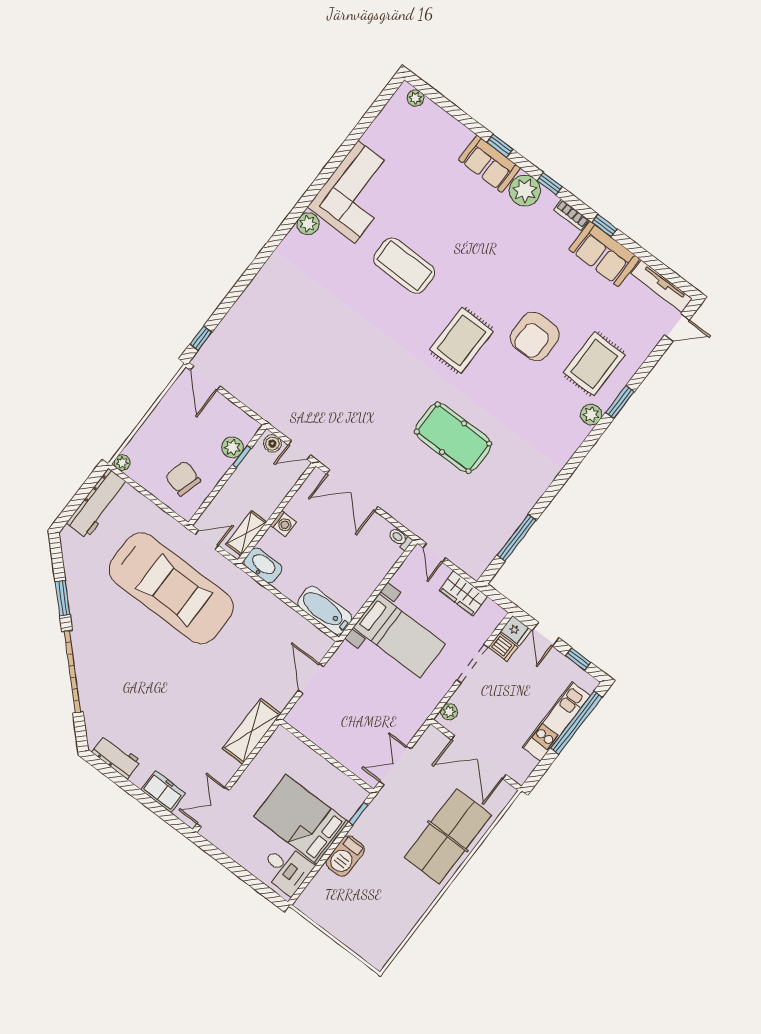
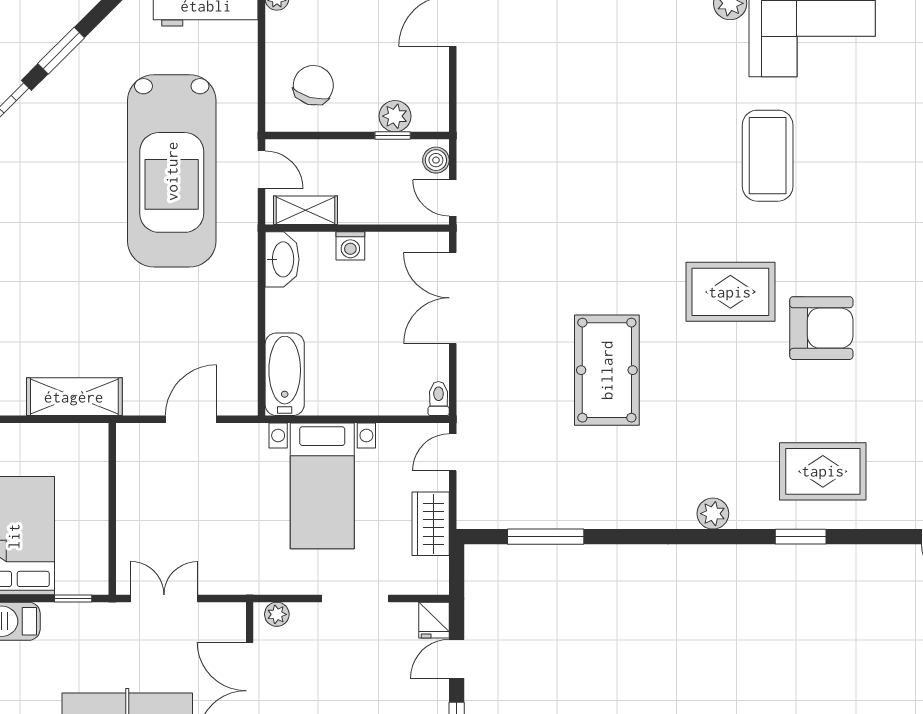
armchair: (535, 336) -> (821, 328), moved, turned 180
plant: (591, 414) -> (713, 514), moved
dishwasher: (503, 647) -> (403, 620), removed

